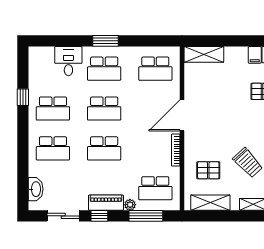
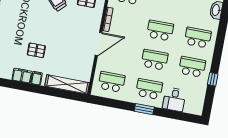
shelving: (204, 54) -> (67, 84), width x1.47

